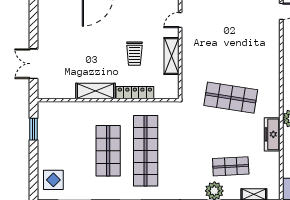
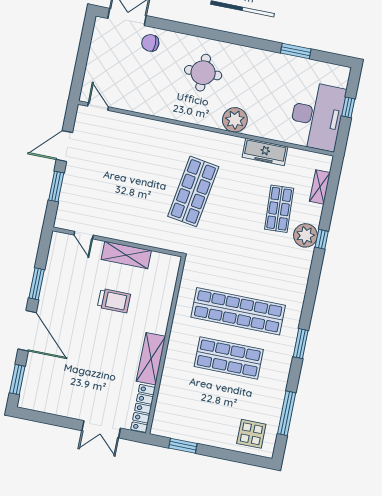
locker: (135, 93) -> (143, 408), moved
freezer: (272, 134) -> (265, 152), moved

